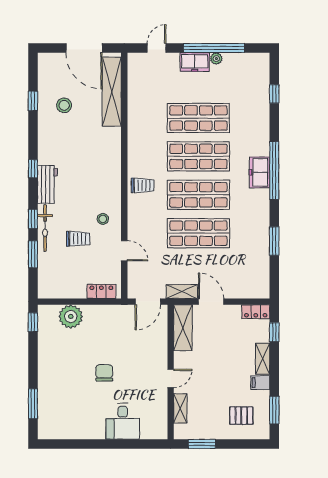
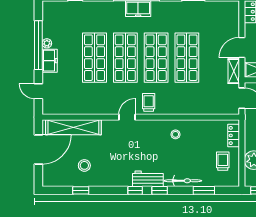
window: (33, 219) -> (160, 190), moved
trolley: (78, 239) -> (223, 161), moved
door: (124, 251) -> (127, 117), moved

